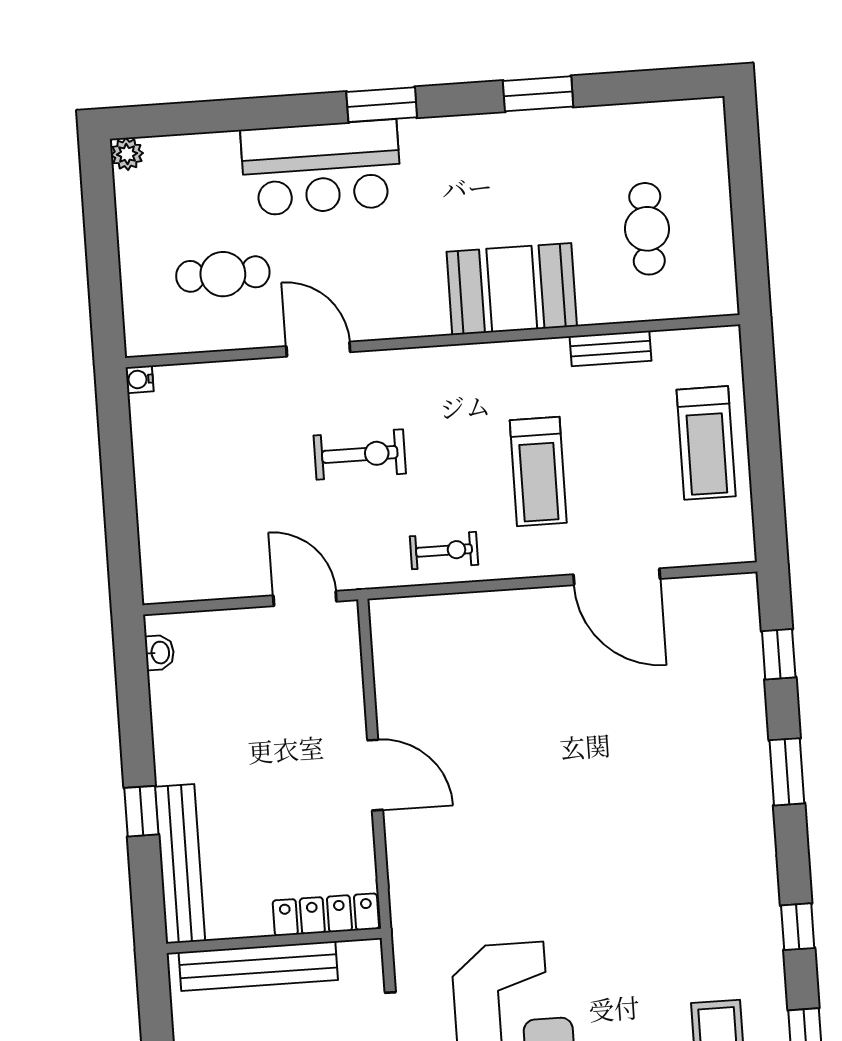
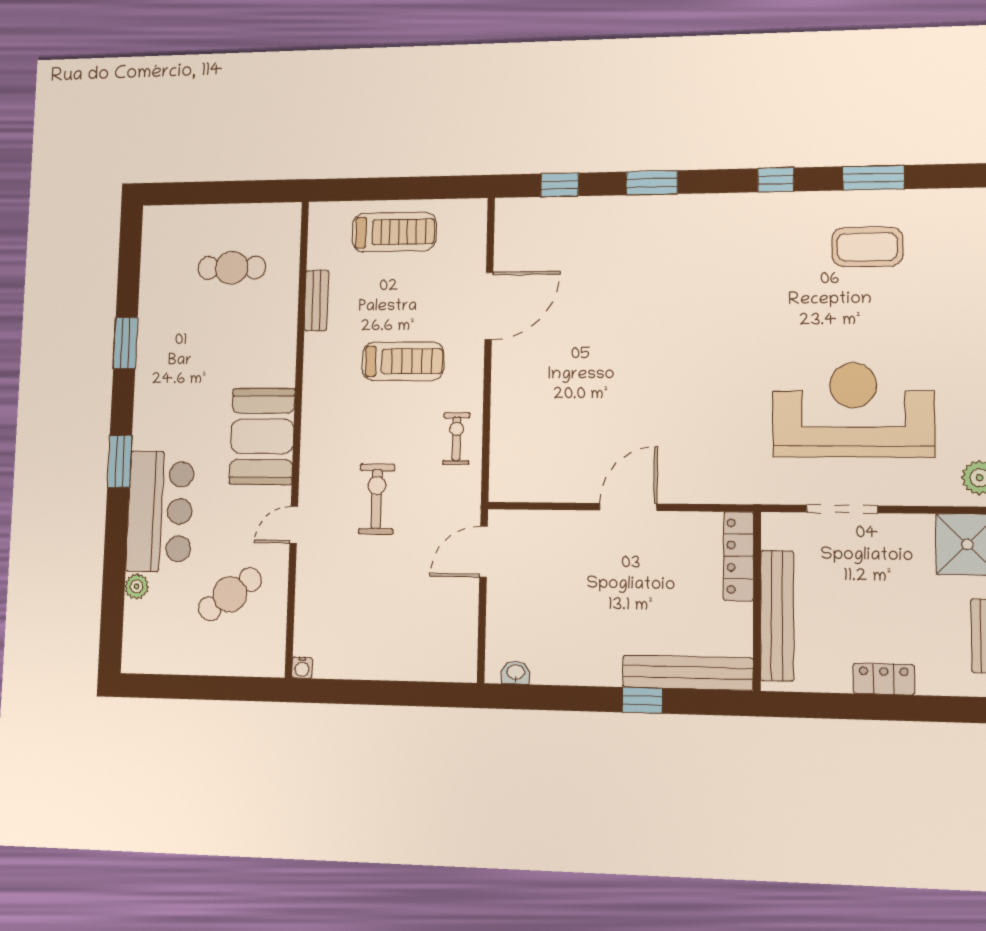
plant: (127, 154) -> (137, 586), moved
cafe table: (223, 274) -> (230, 594), turned 54
booth: (512, 289) -> (262, 436), moved
door: (318, 349) -> (294, 525), width x0.73

